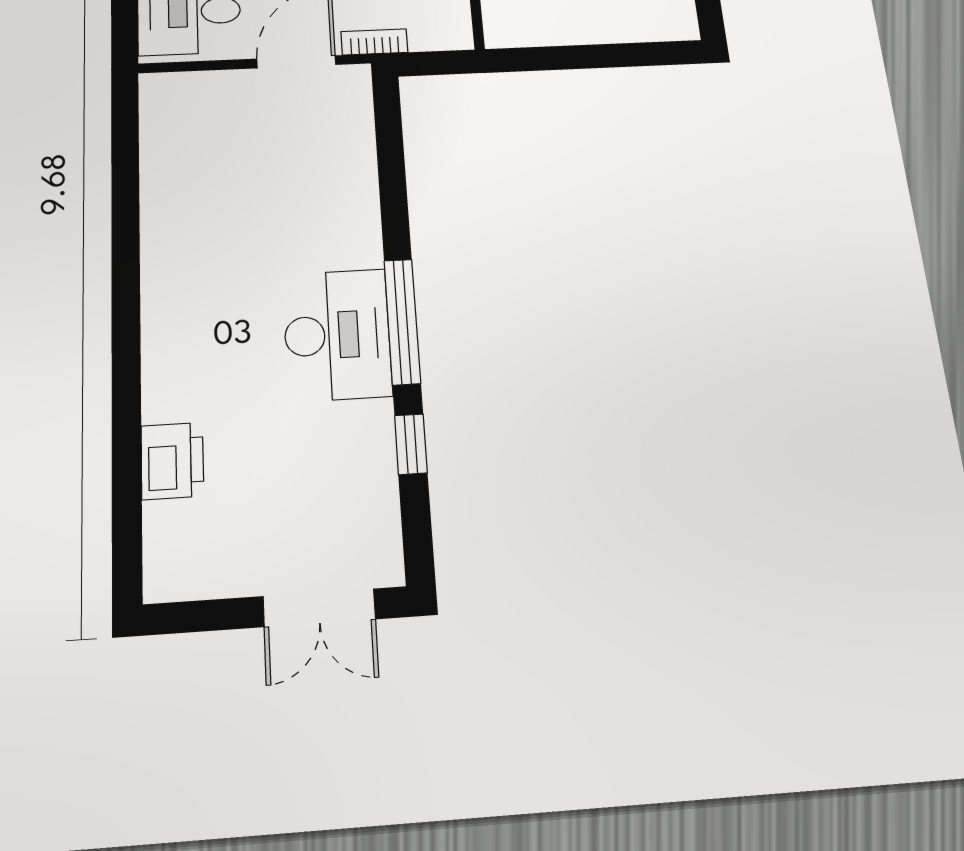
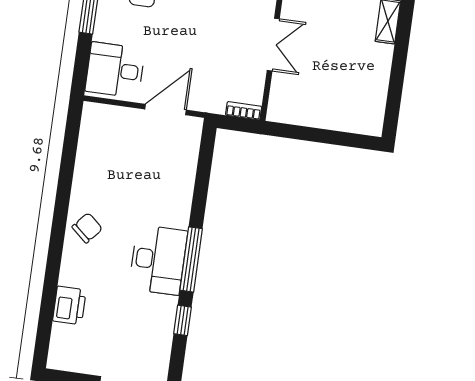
bookcase: (374, 42) -> (244, 111), moved
chair: (184, 301) -> (87, 228), added

